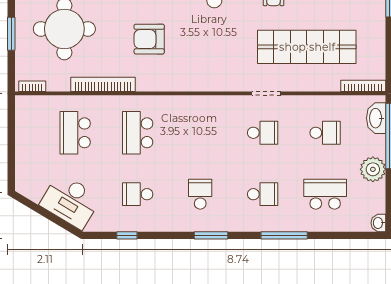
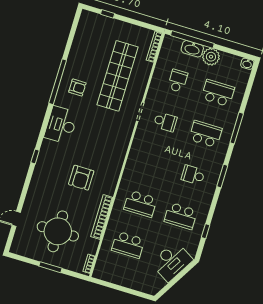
washbasin: (376, 118) -> (192, 49), moved
school desk: (263, 133) -> (165, 122), turned 90
school desk: (138, 194) -> (181, 216), width x1.85
school desk: (263, 194) -> (205, 134), width x1.85
school desk: (325, 194) -> (218, 93), turned 90

